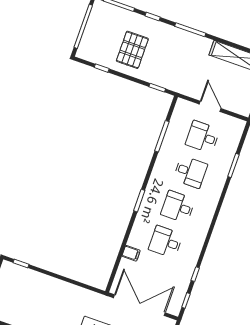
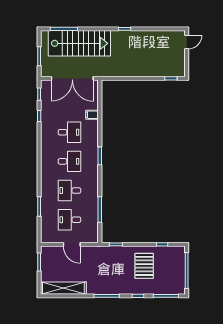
desk: (203, 137) -> (69, 220), turned 180

